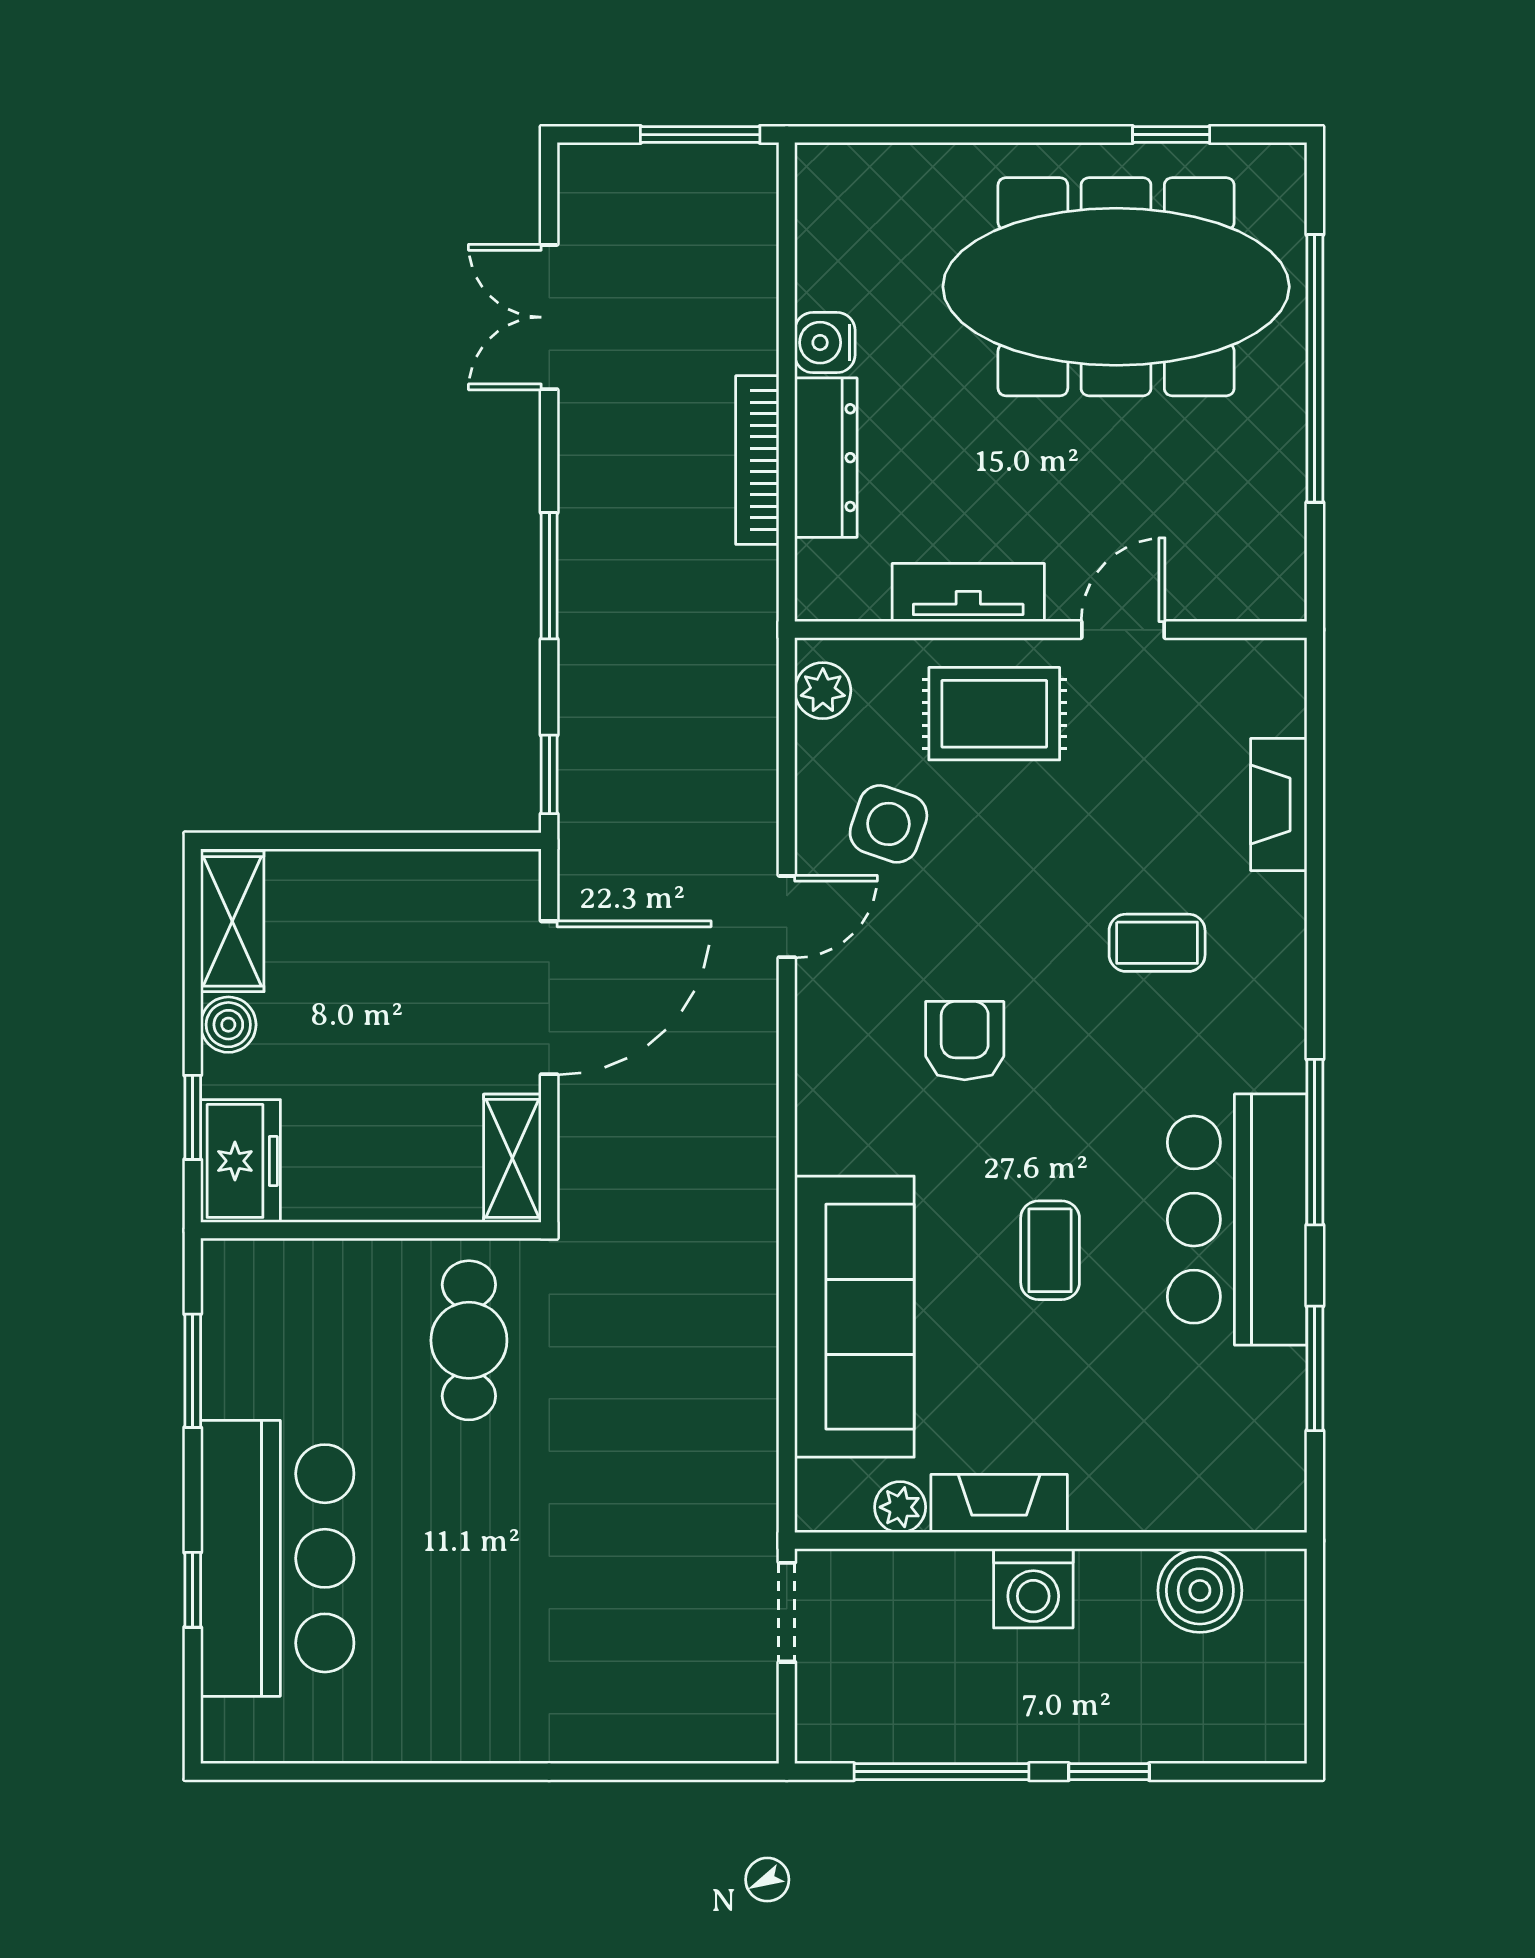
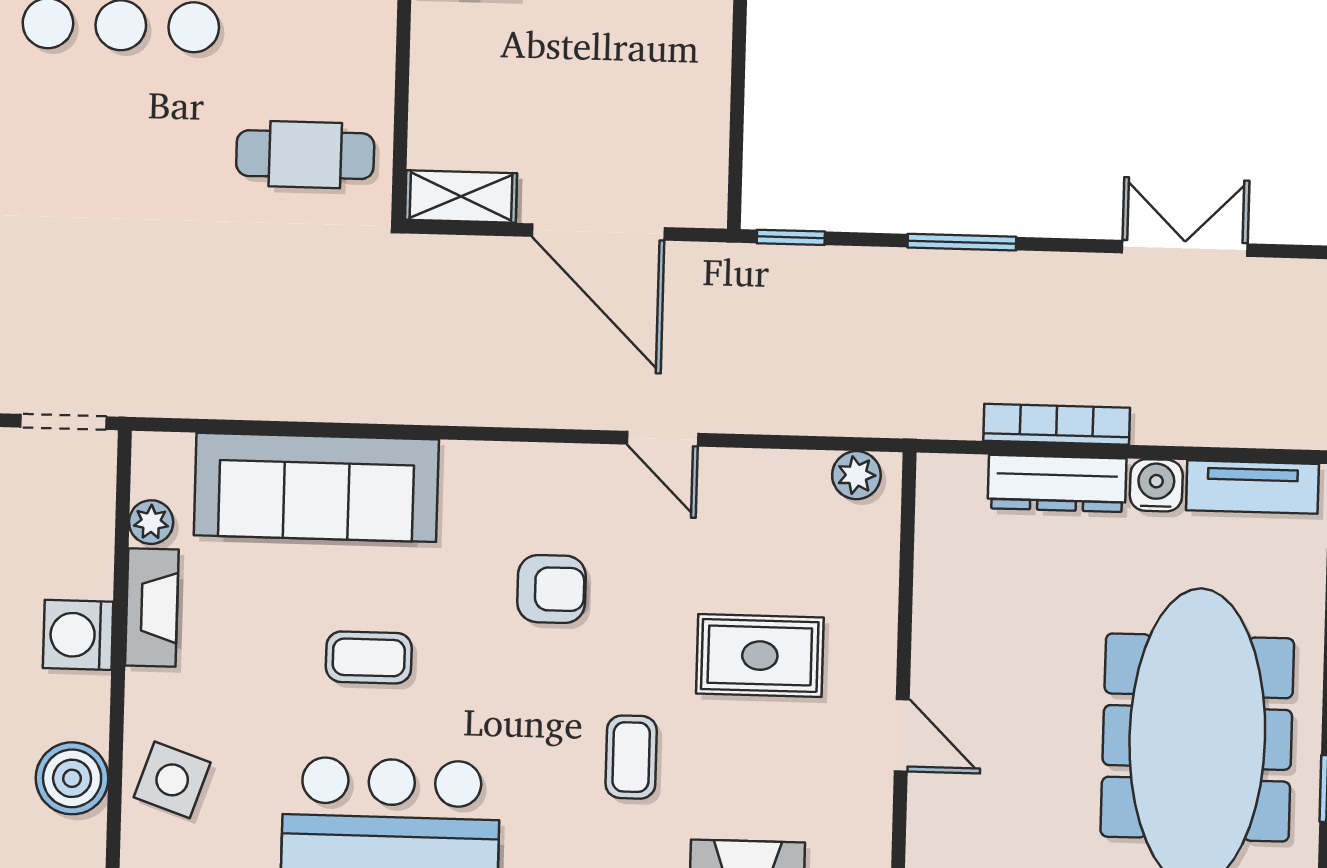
tv unit: (968, 593) -> (1252, 487), moved, turned 90
rug: (994, 714) -> (760, 656), moved, turned 90
side table: (888, 824) -> (172, 780), moved

